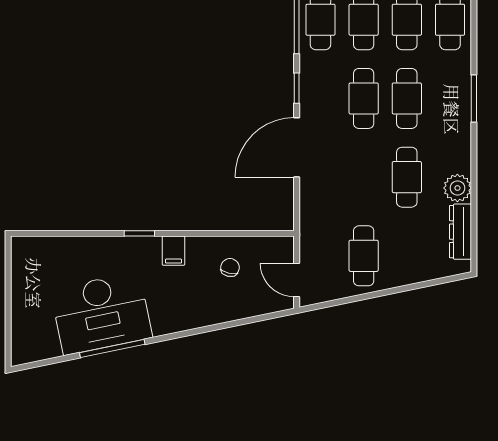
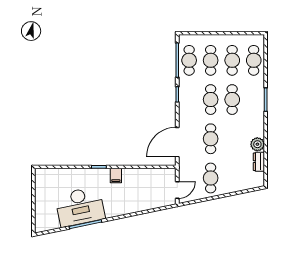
door: (297, 147) -> (177, 142), moved
cafe table: (407, 177) -> (211, 139), moved
dresser: (460, 232) -> (259, 162), width x0.70
chair: (230, 268) -> (144, 184), removed
door: (297, 280) -> (177, 190), swing flipped

